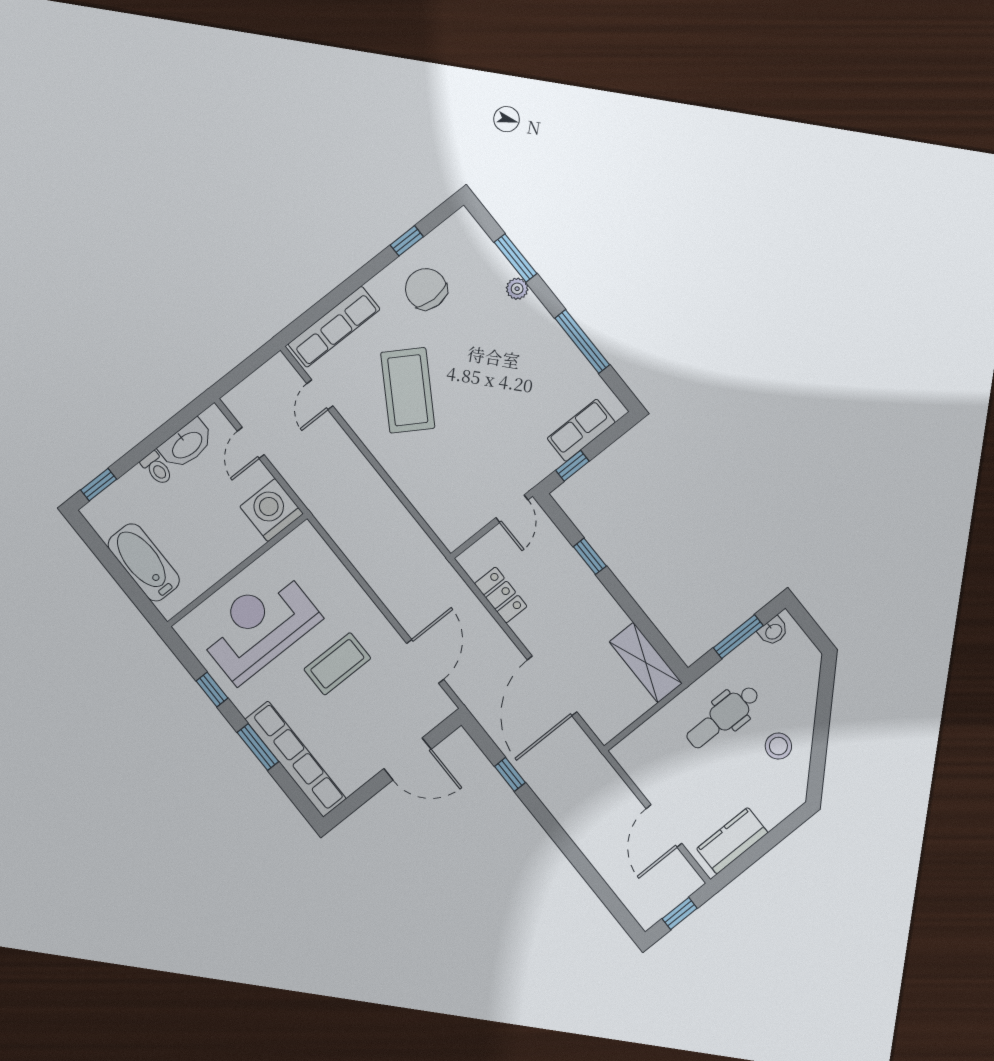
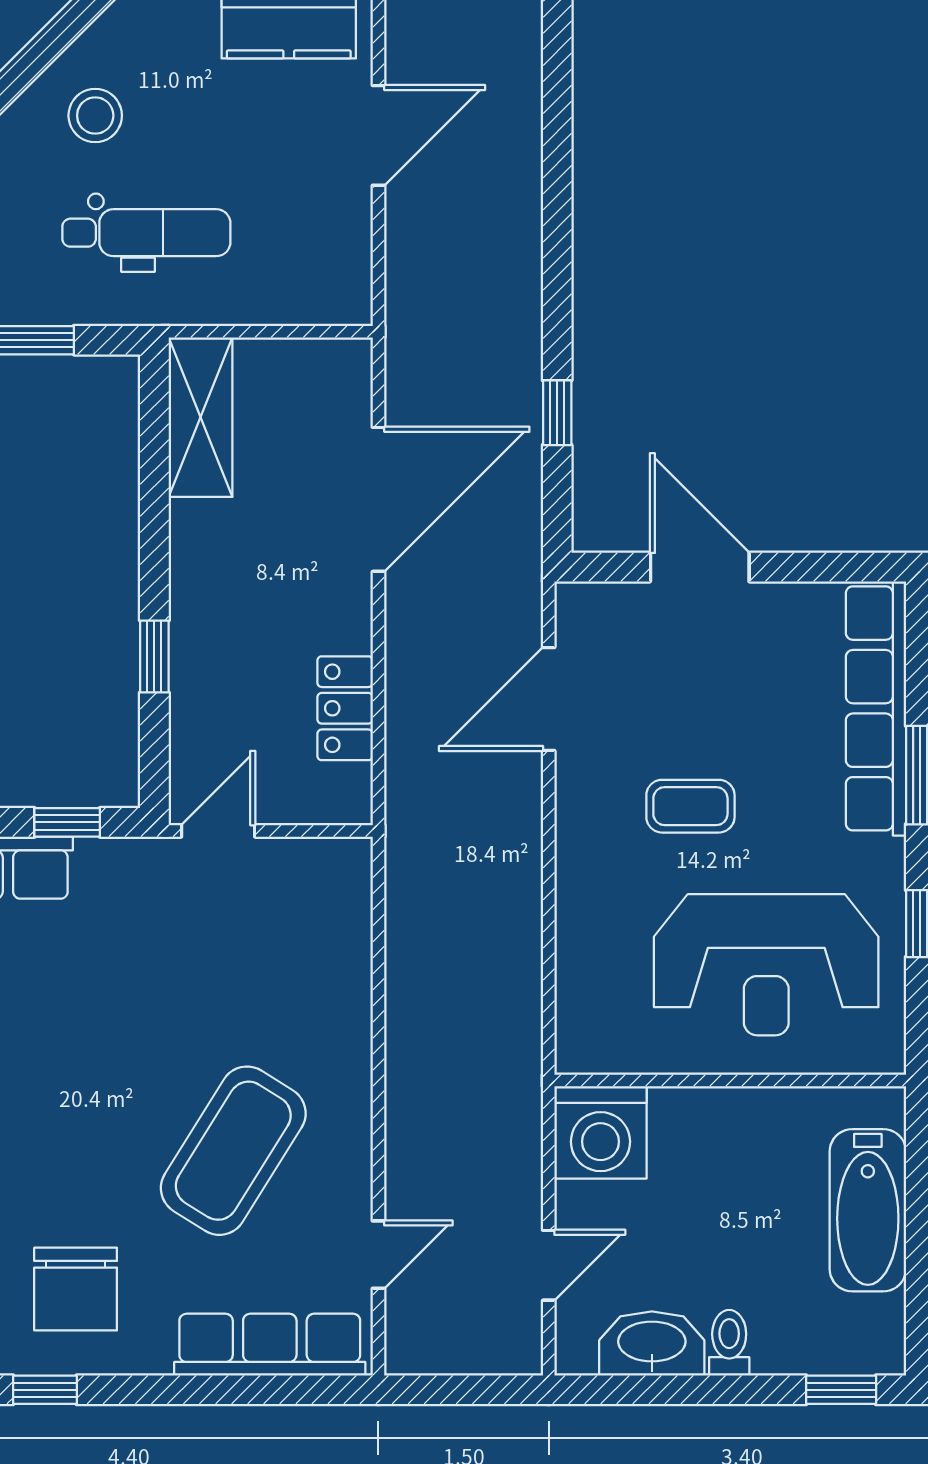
coffee table: (337, 664) -> (690, 806), width x0.73, depth x0.77

